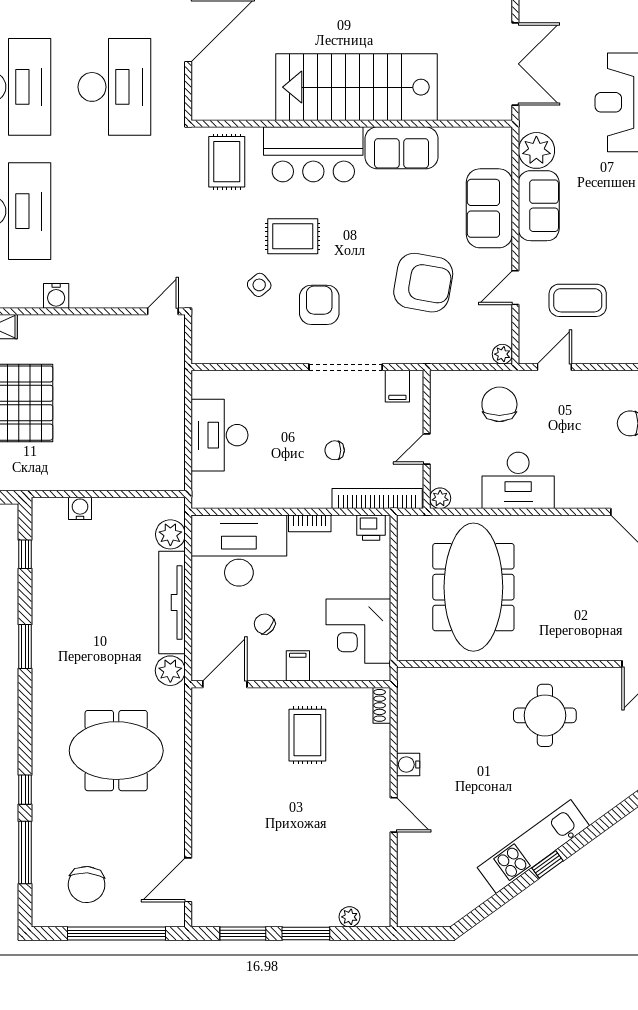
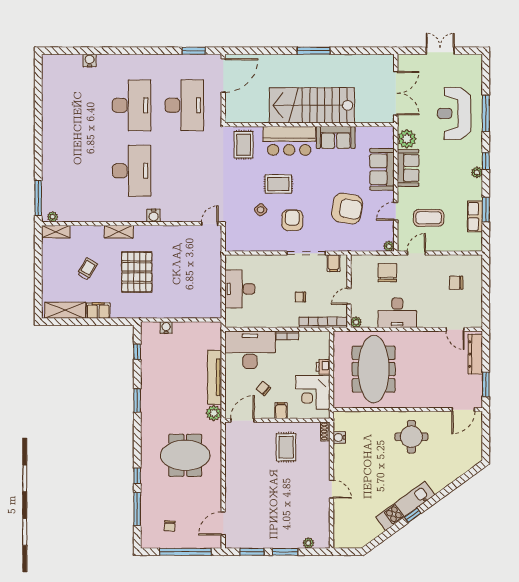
printer: (371, 528) -> (323, 367), moved, turned 90
plant: (170, 534) -> (214, 341), removed
water cooler: (408, 765) -> (339, 437), moved
chair: (87, 885) -> (170, 526), width x0.54, depth x0.54

